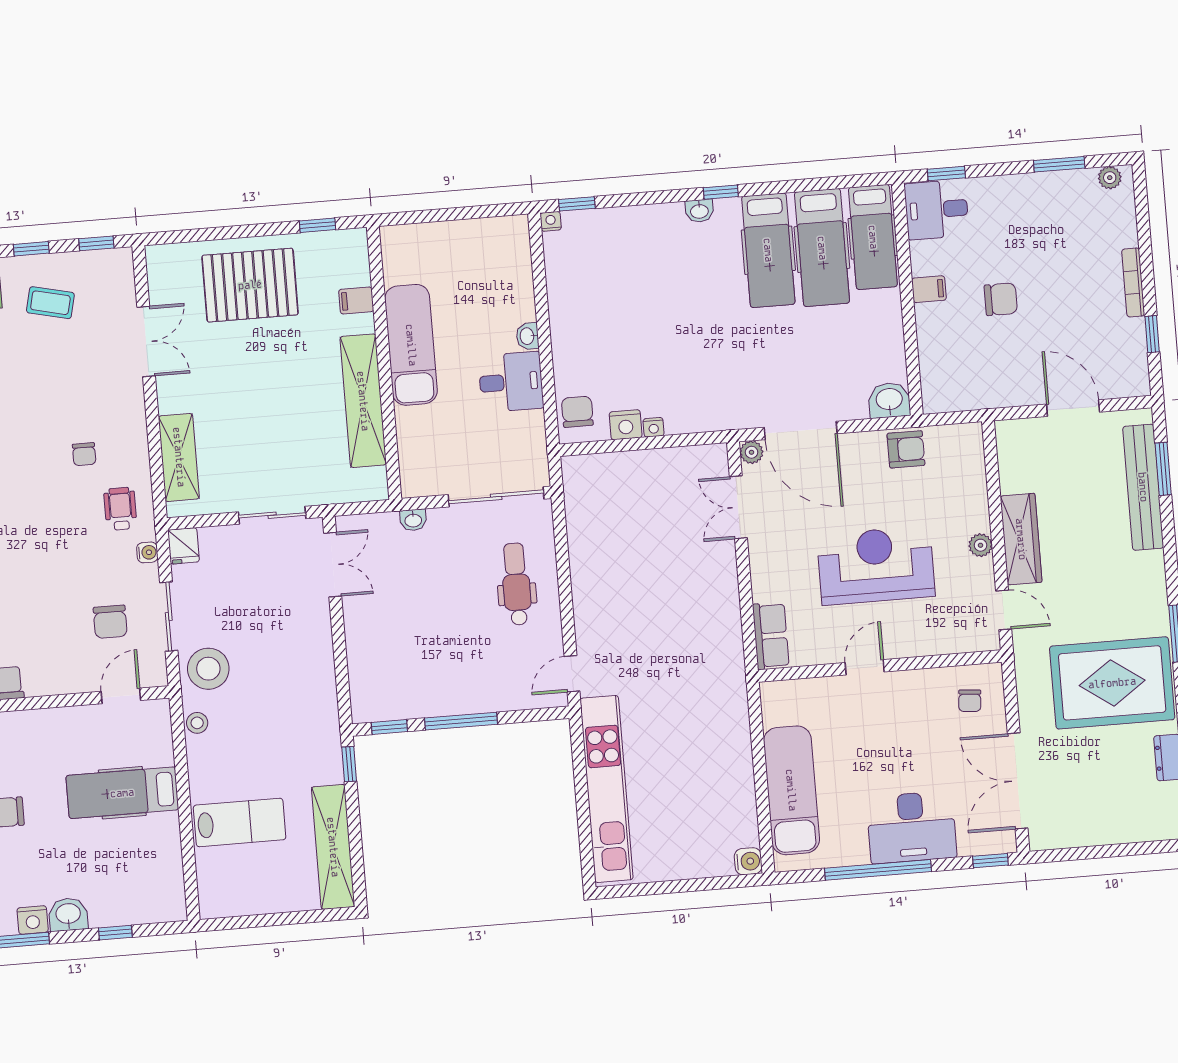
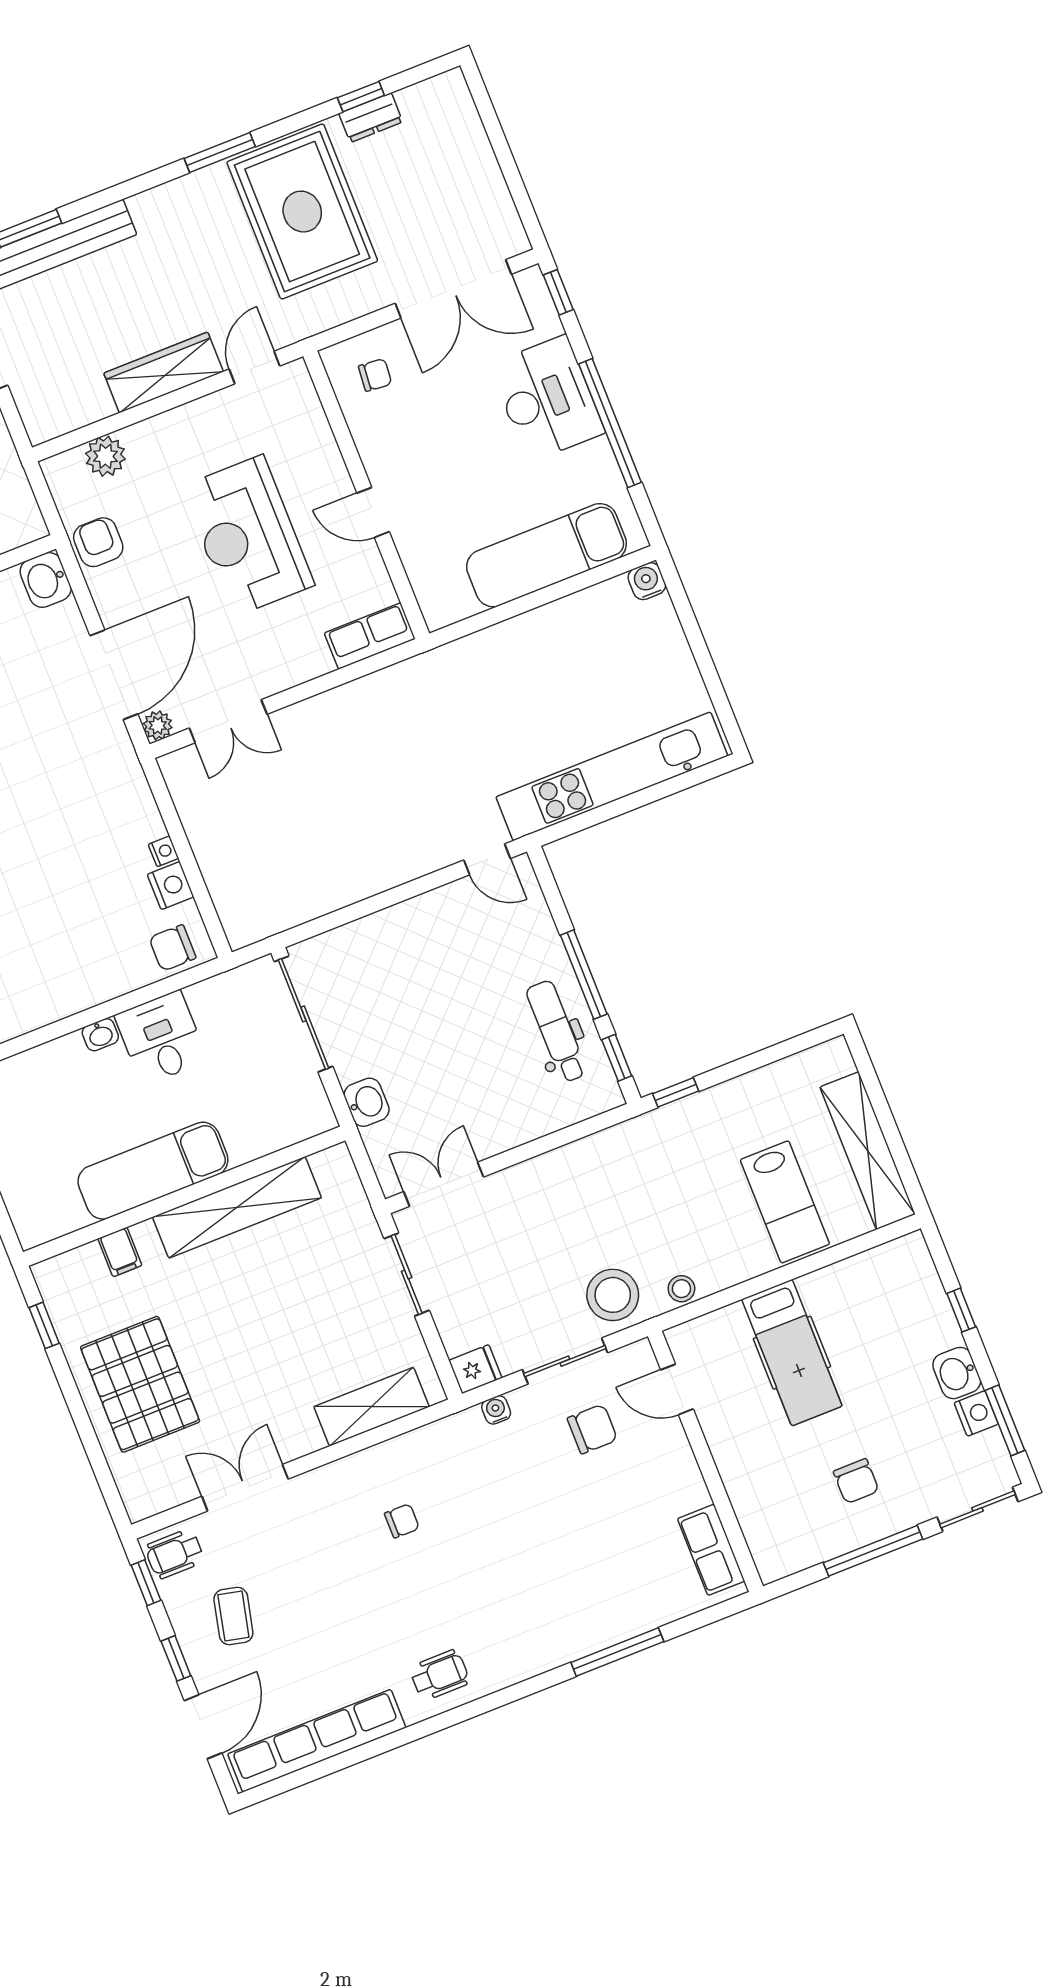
wheelchair: (120, 509) -> (175, 1554), moved
washbasin: (413, 520) -> (367, 1102), width x1.38, depth x1.45
plant: (980, 545) -> (105, 456), moved, width x1.38, depth x1.38
dental chair: (516, 584) -> (557, 1031), moved, turned 90
lab bench: (240, 822) -> (785, 1202), turned 180
shelving: (333, 847) -> (868, 1151), moved, turned 90

